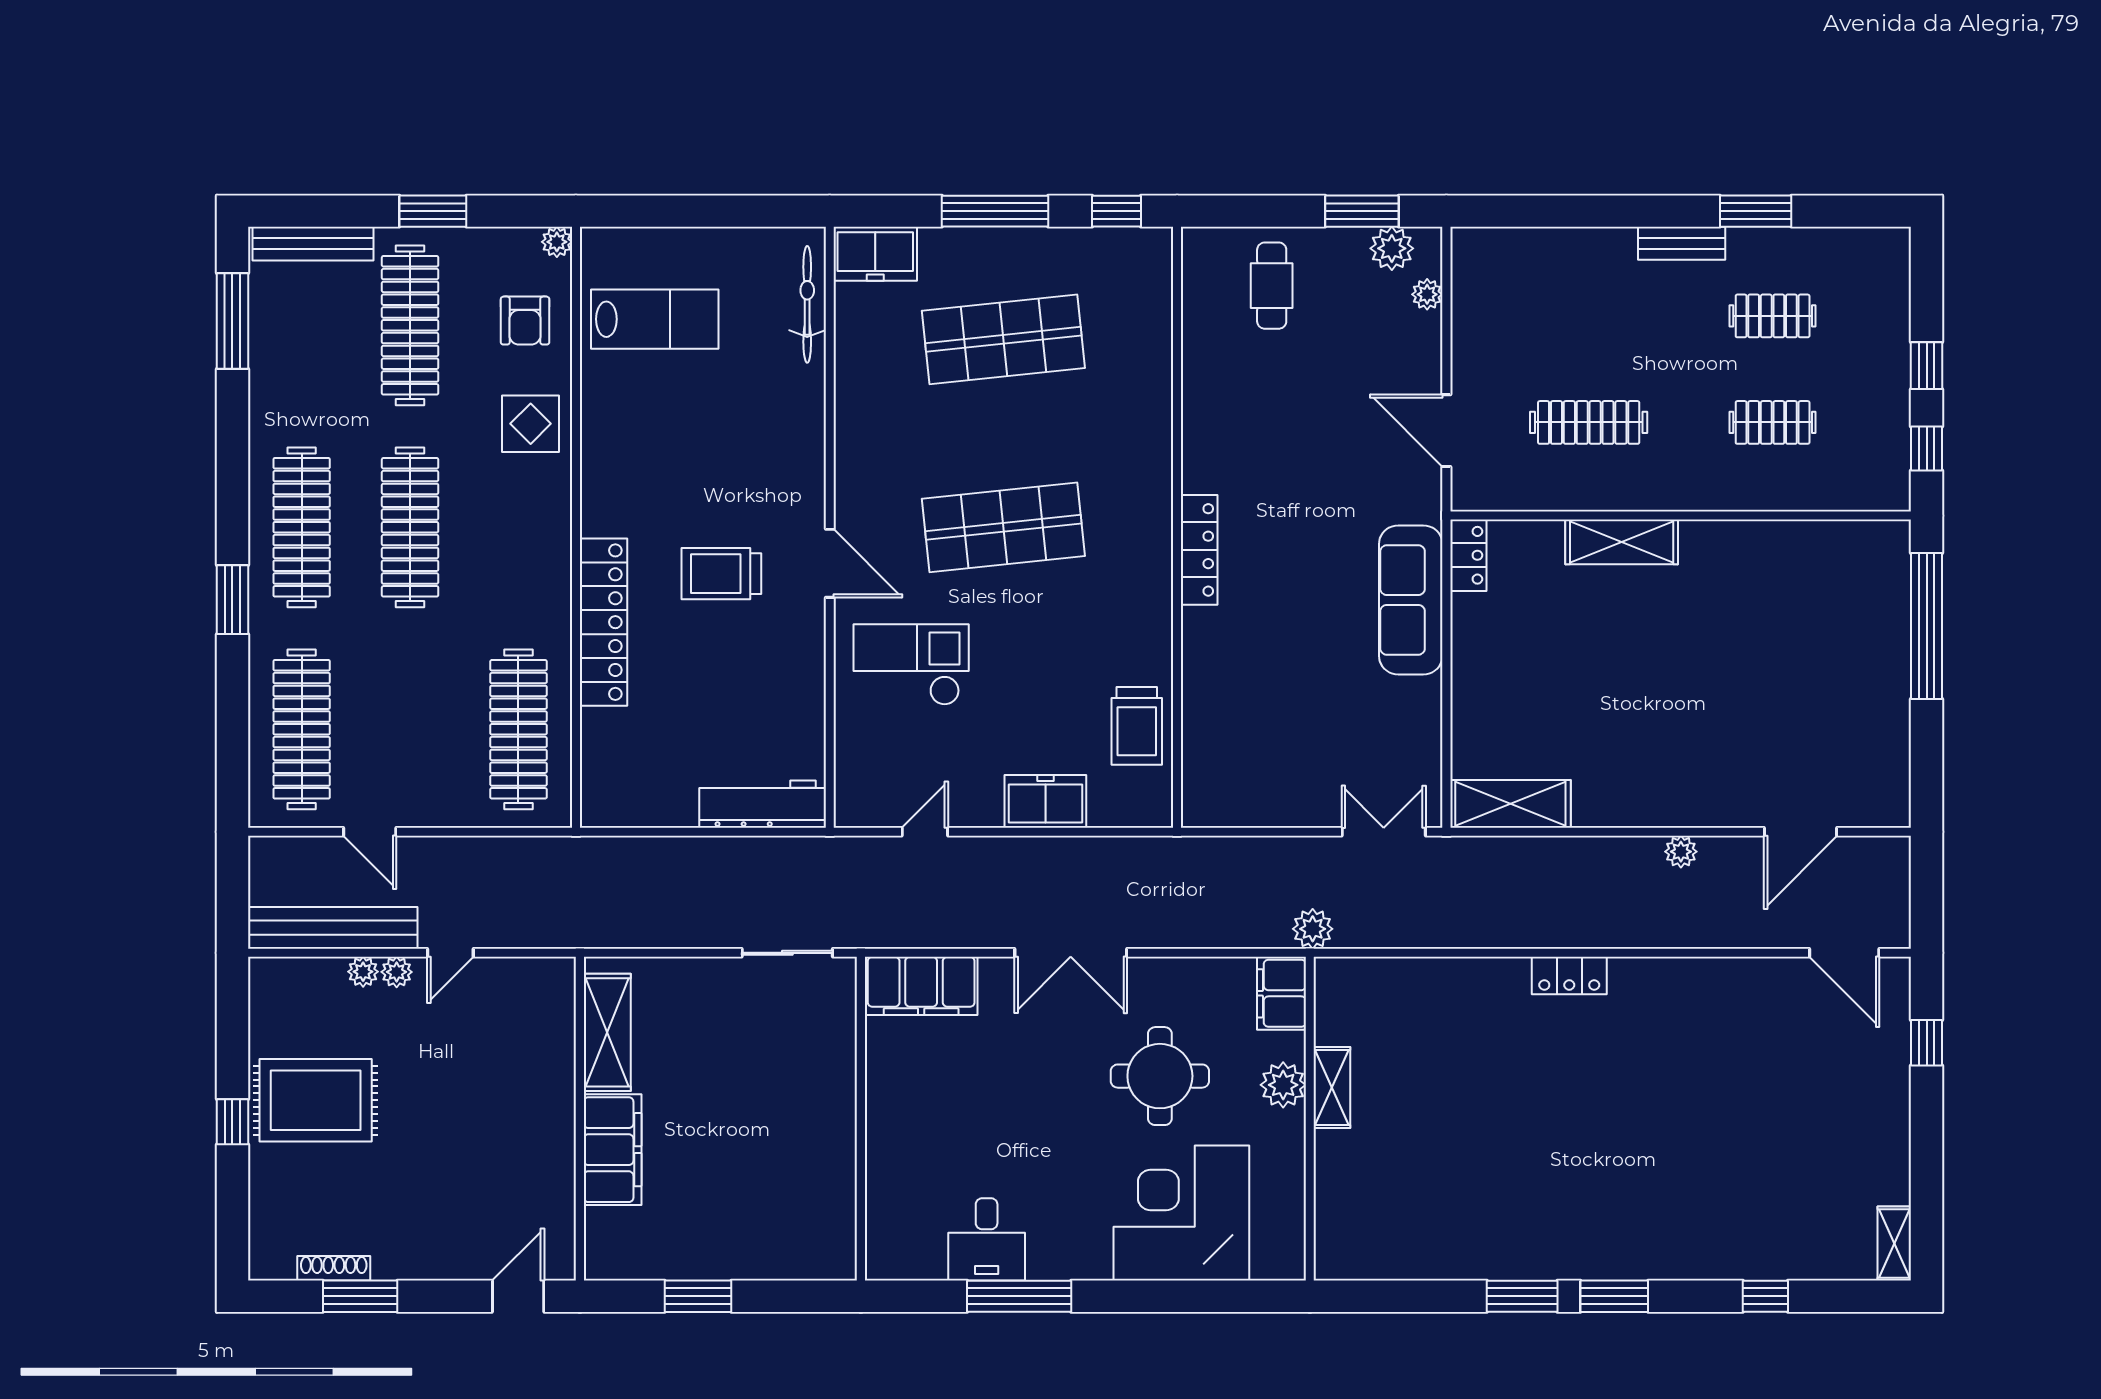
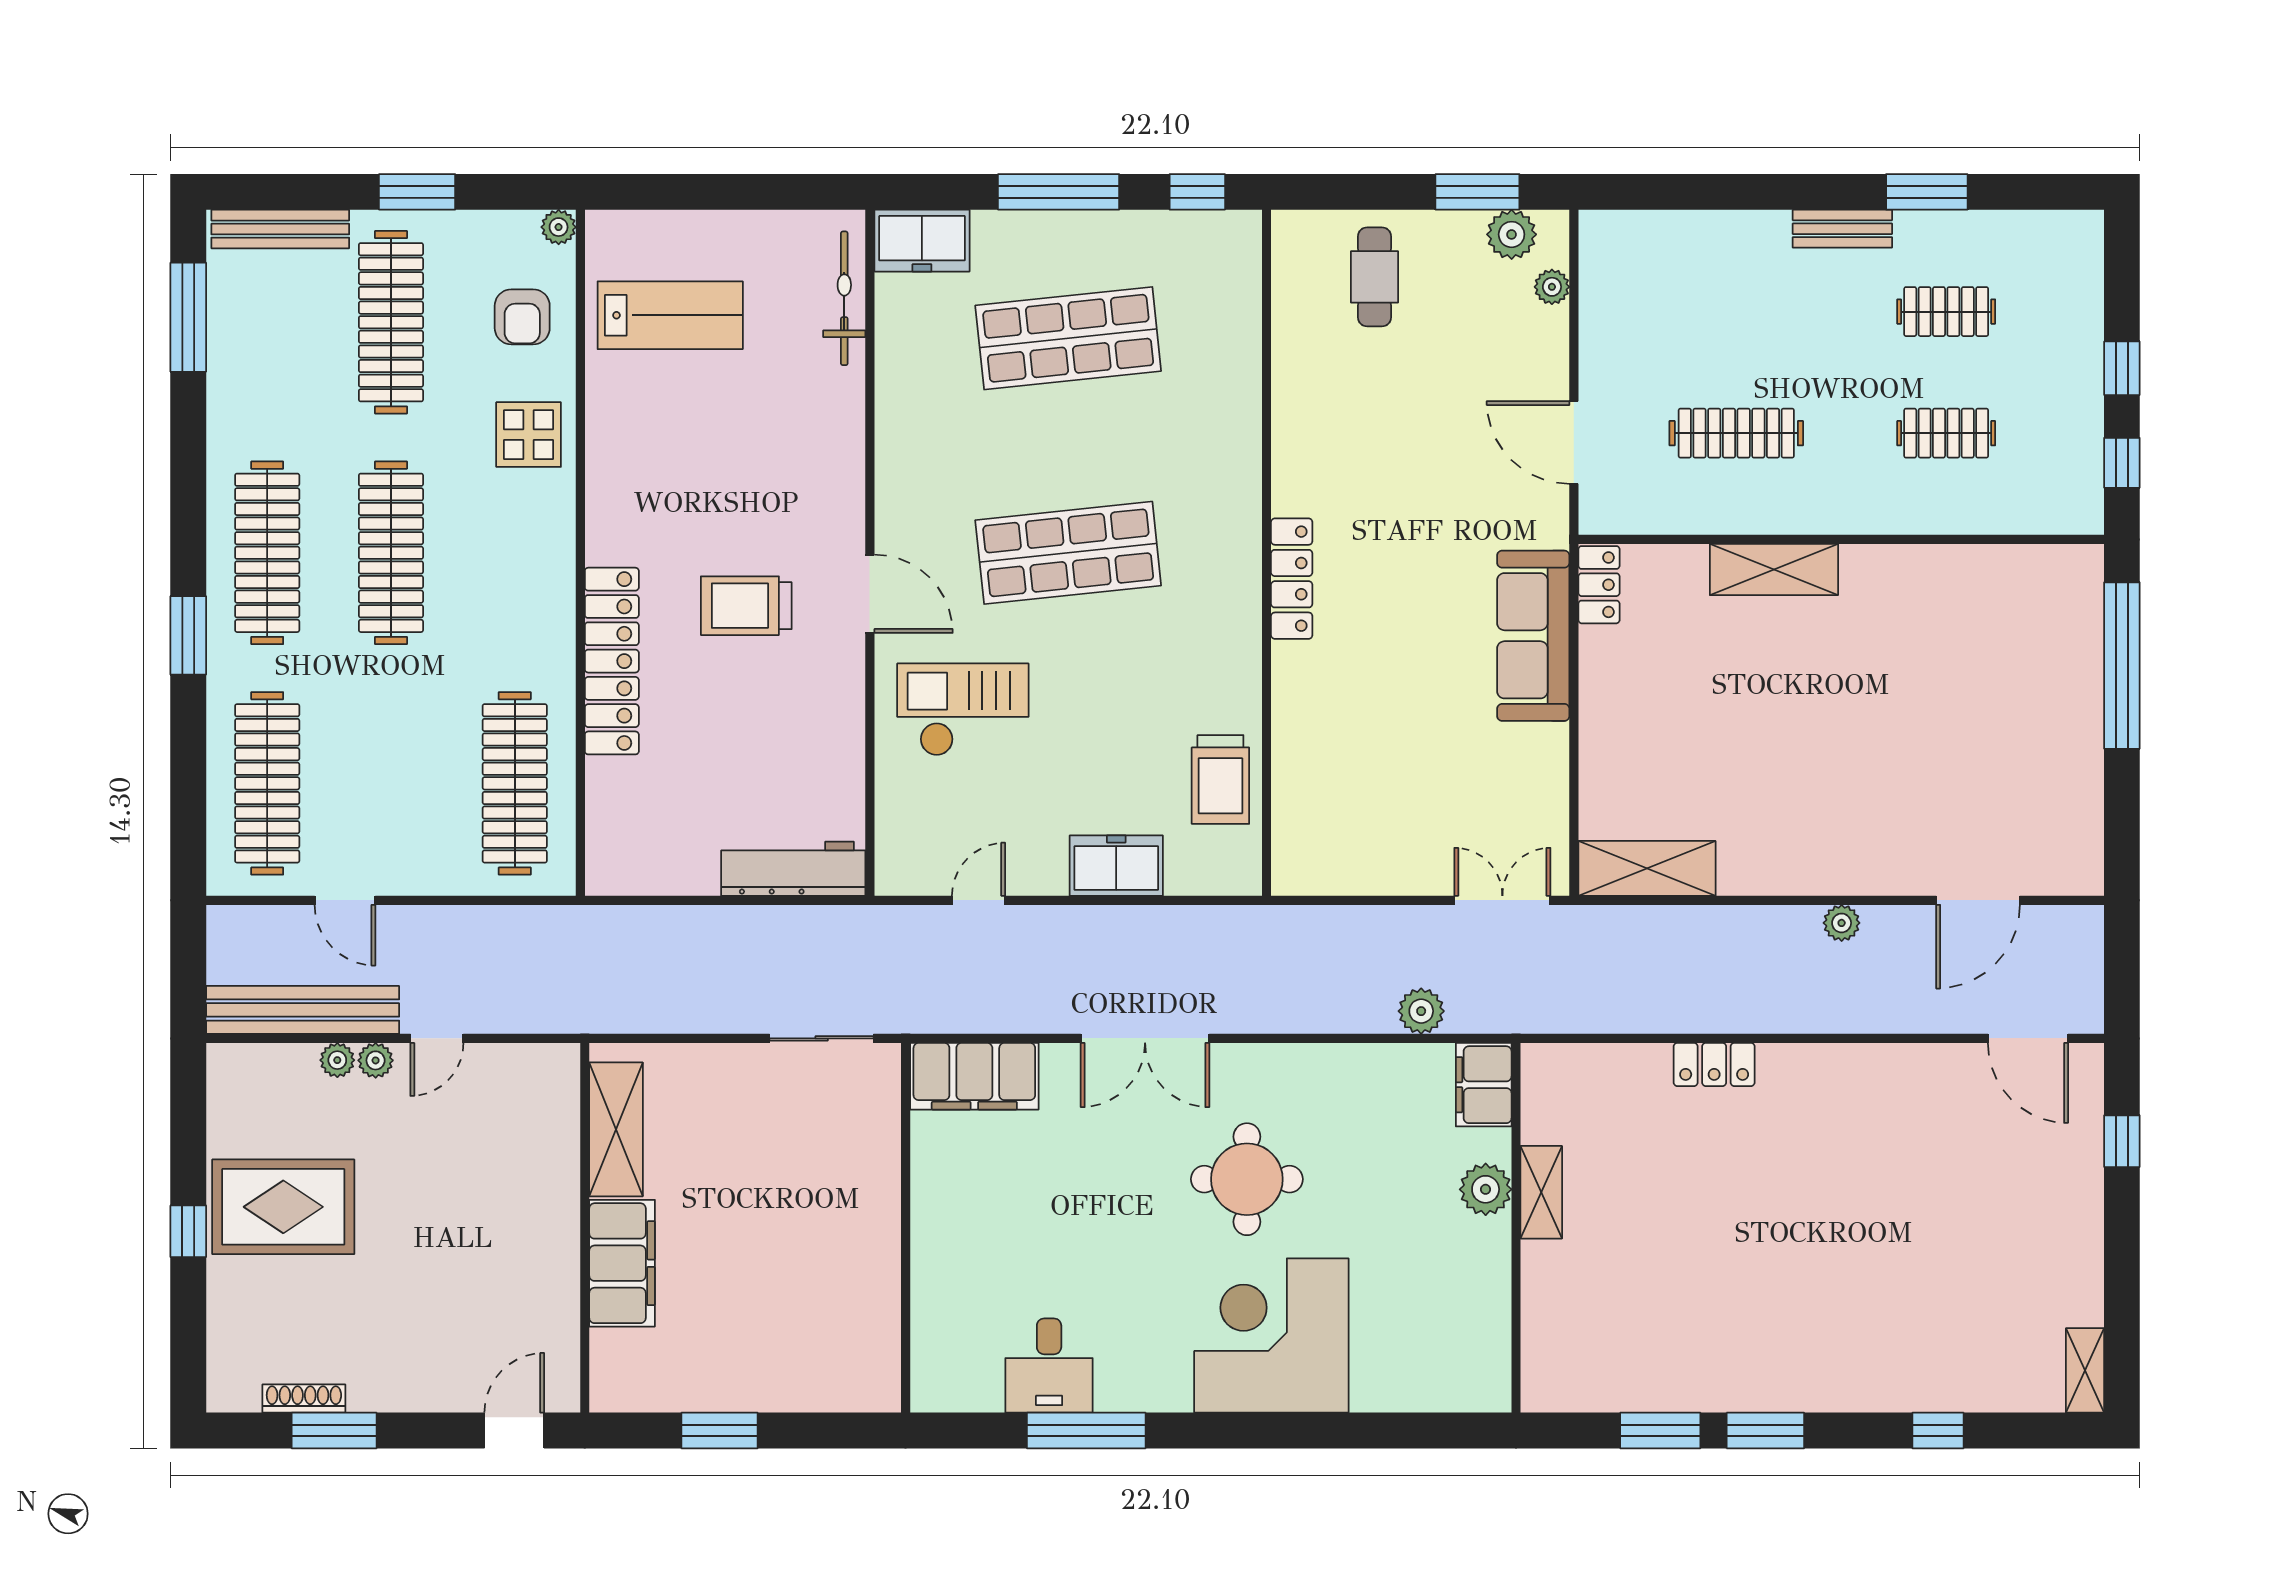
filing cabinet: (1281, 993) -> (1484, 1085), moved
plant: (1283, 1085) -> (1486, 1189), moved
shelving: (1332, 1088) -> (1541, 1192), moved
wall: (1310, 1119) -> (1516, 1228), moved

